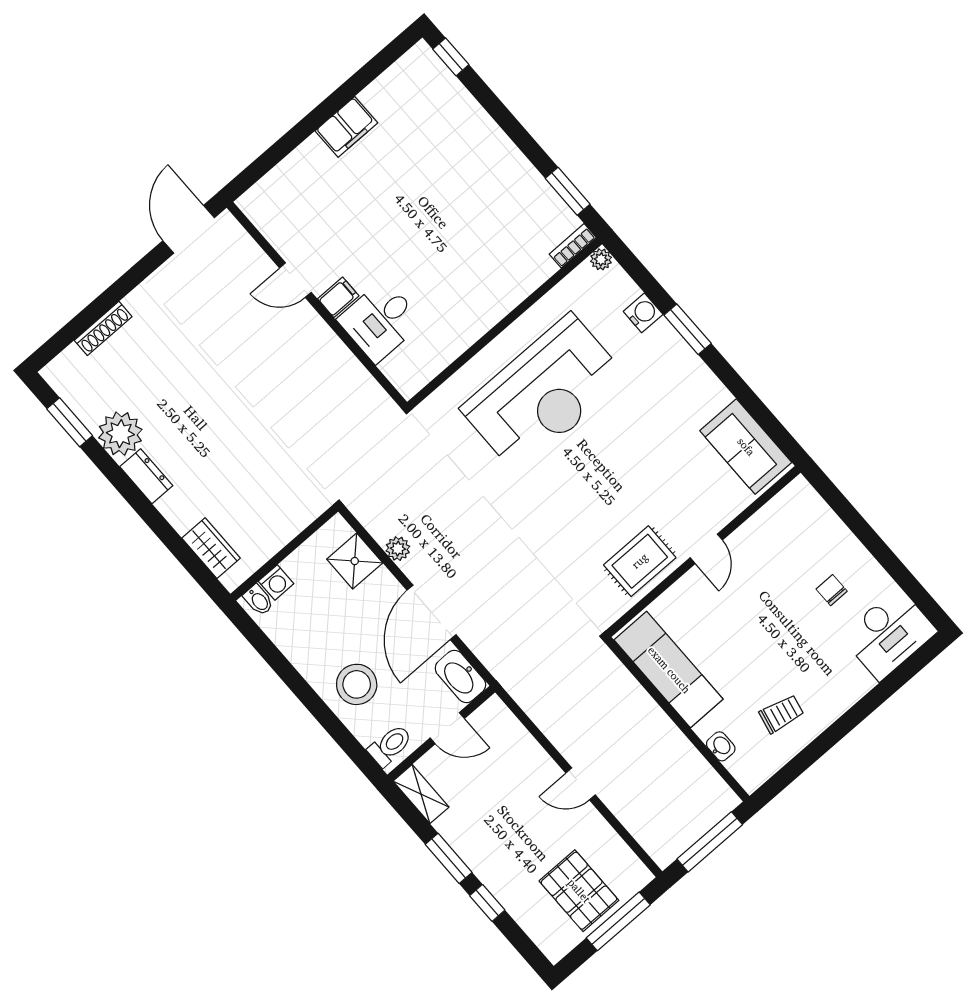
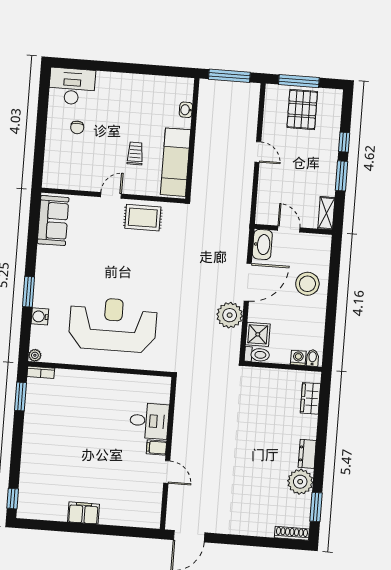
shoe rack: (103, 328) -> (292, 533), moved
plant: (398, 549) -> (230, 315), width x1.88, depth x1.88
trolley: (781, 714) -> (135, 153), moved, turned 78
toilet: (390, 745) -> (257, 355), moved, turned 180

